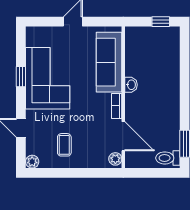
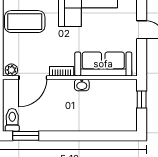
window: (161, 22) -> (142, 99), moved
coffee table: (64, 145) -> (25, 22), width x1.86, depth x1.72

